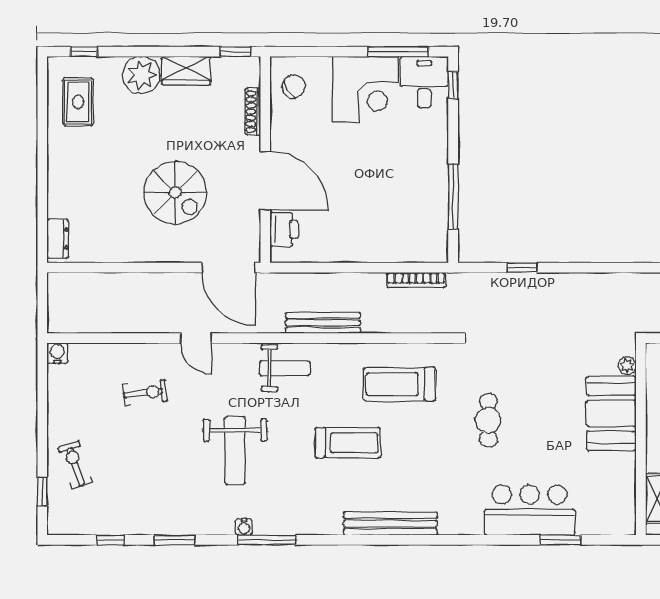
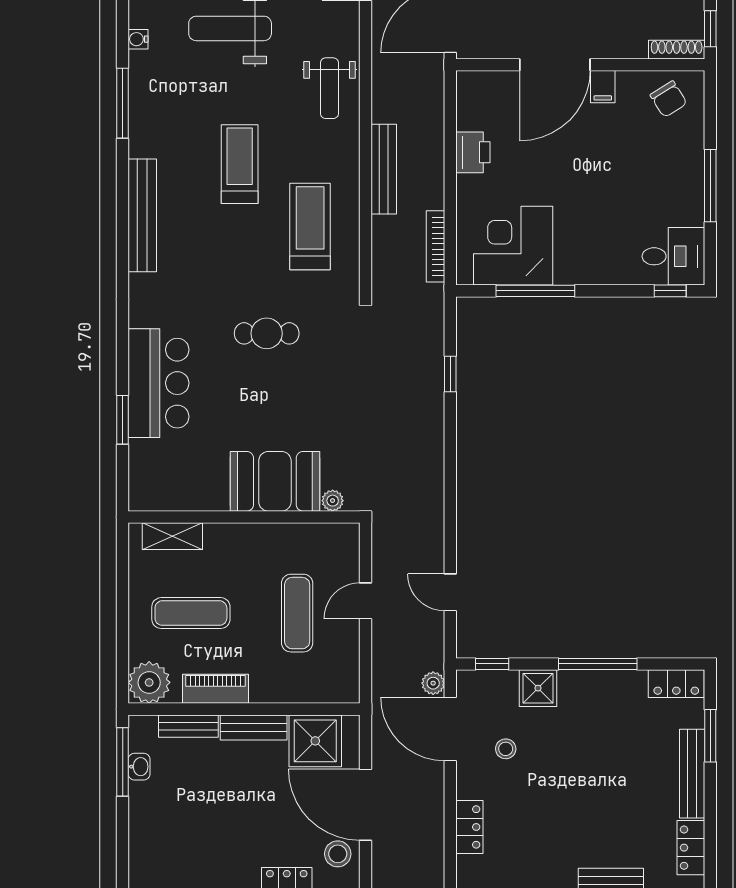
window: (398, 52) -> (710, 186), moved
corner desk: (366, 89) -> (513, 246), moved, turned 90
shoe rack: (253, 112) -> (677, 50), moved
filing cabinet: (283, 141) -> (603, 87), added
printer: (284, 229) -> (473, 152), moved, turned -90
bench: (323, 323) -> (384, 169), moved
treadmill: (348, 443) -> (240, 164), turned 180
window: (267, 540) -> (123, 103), moved

